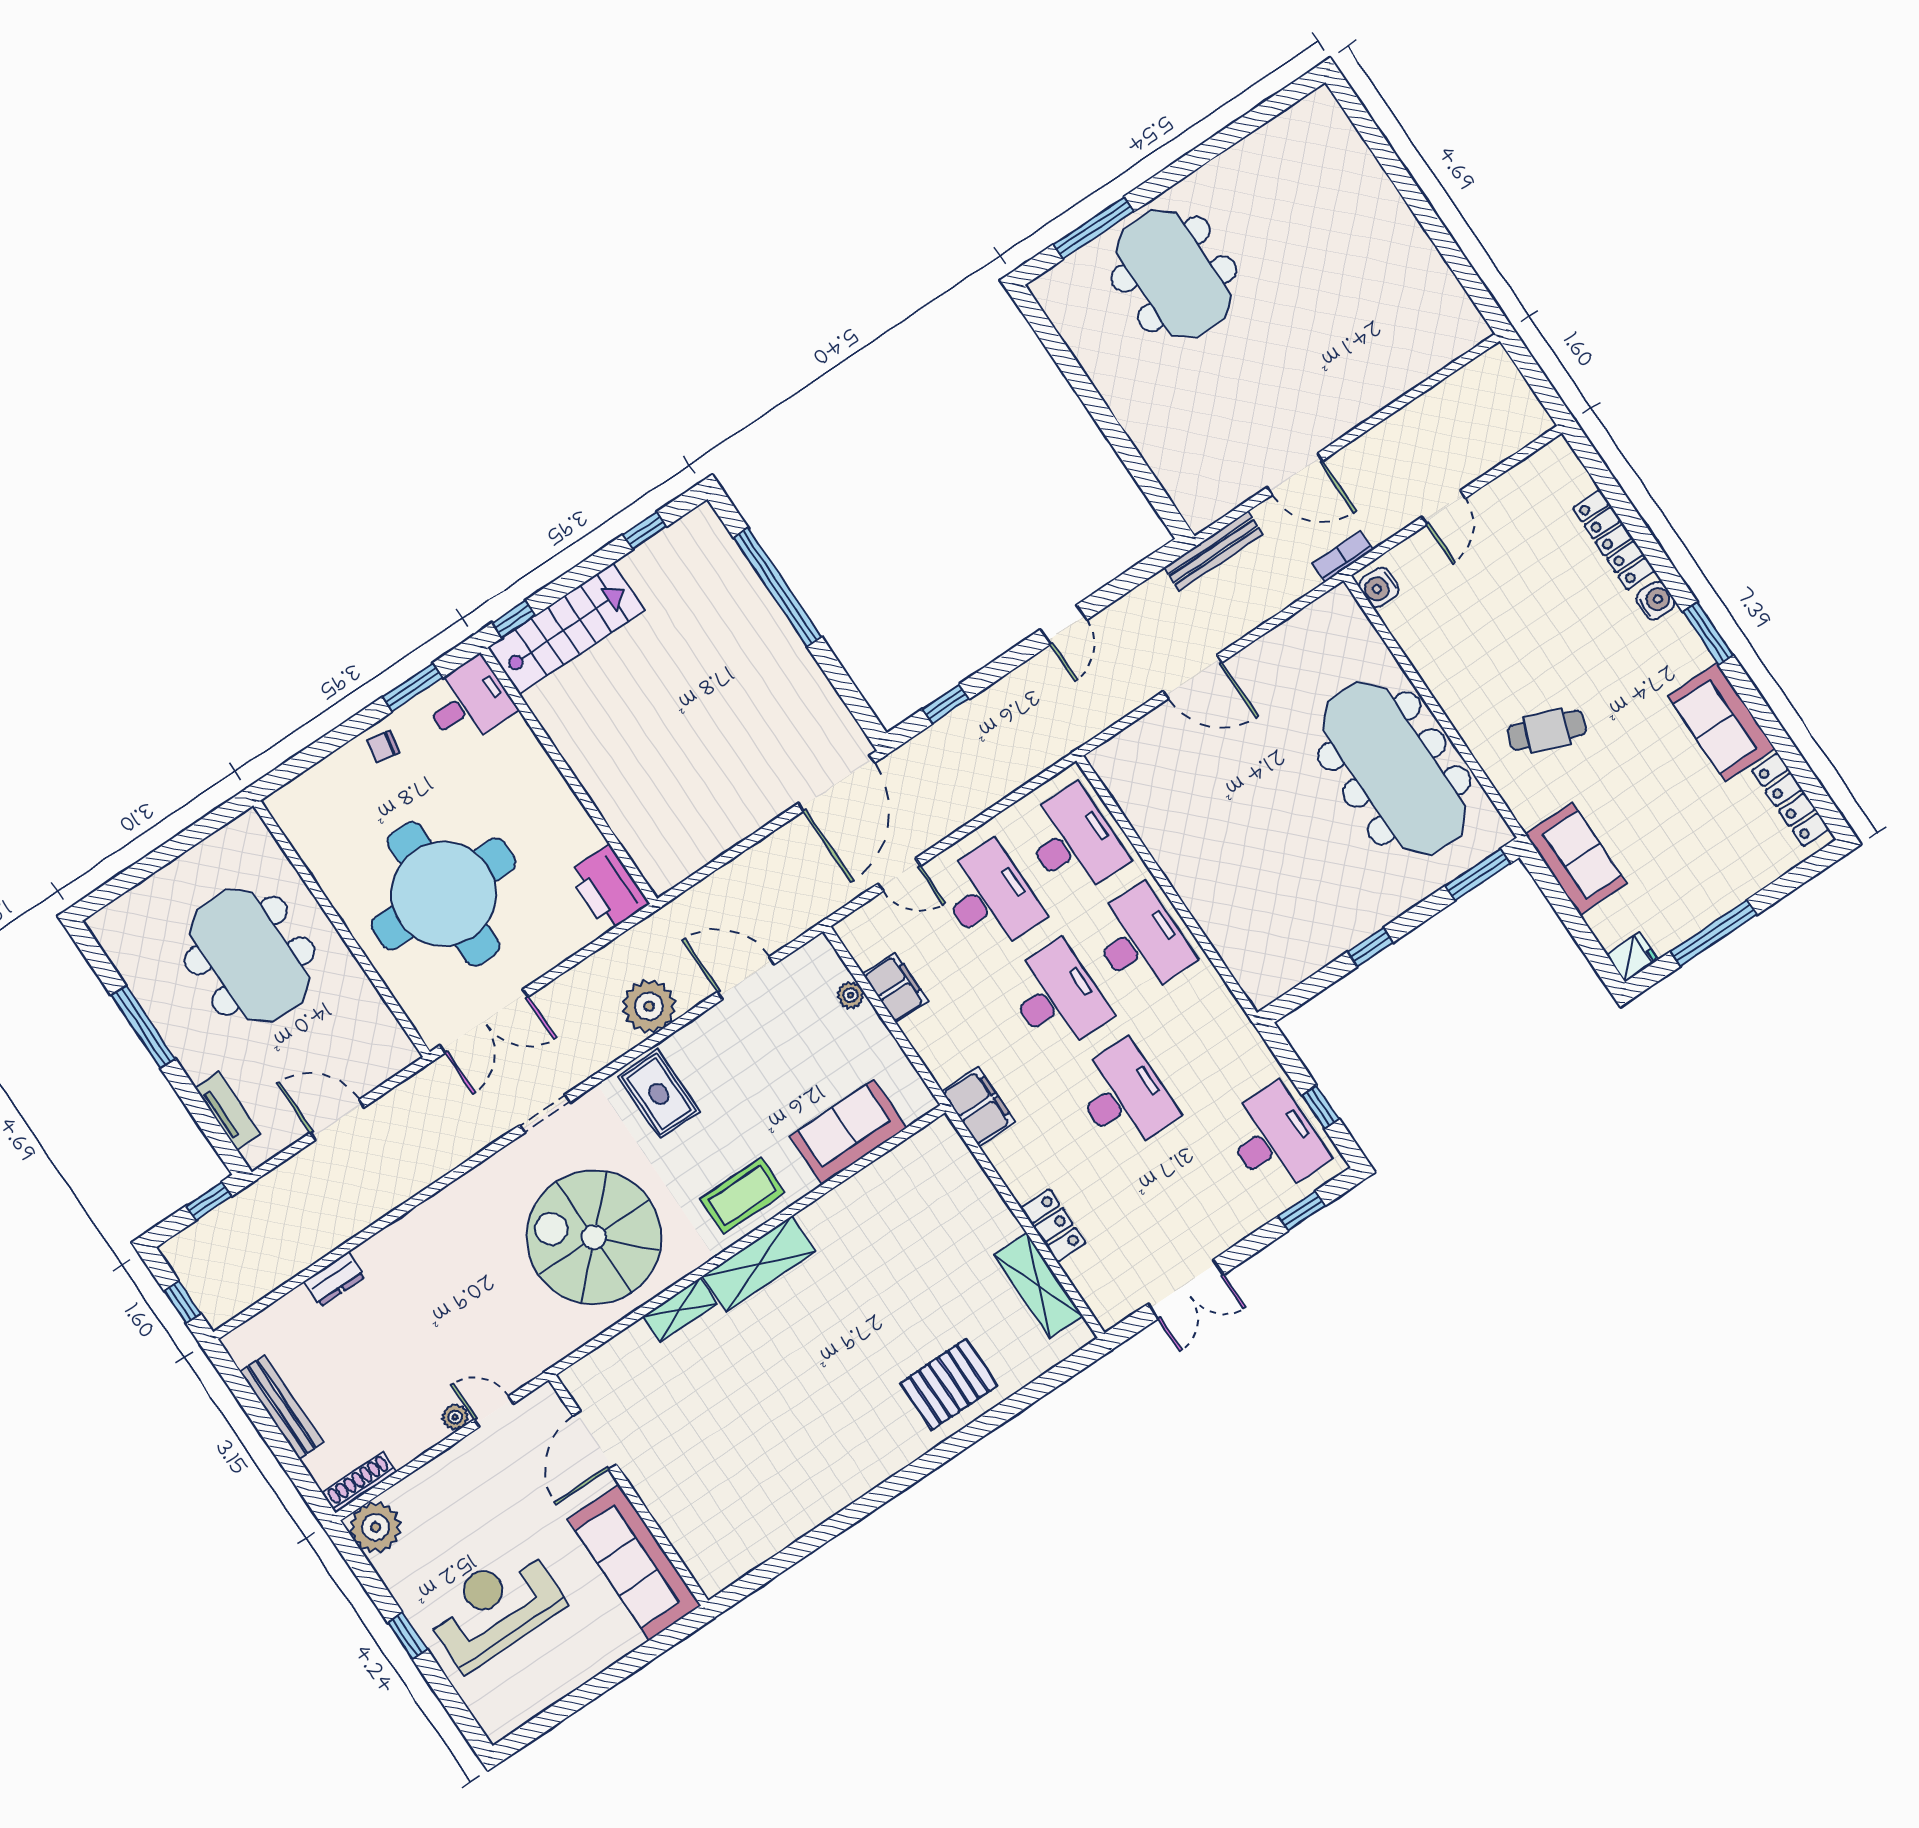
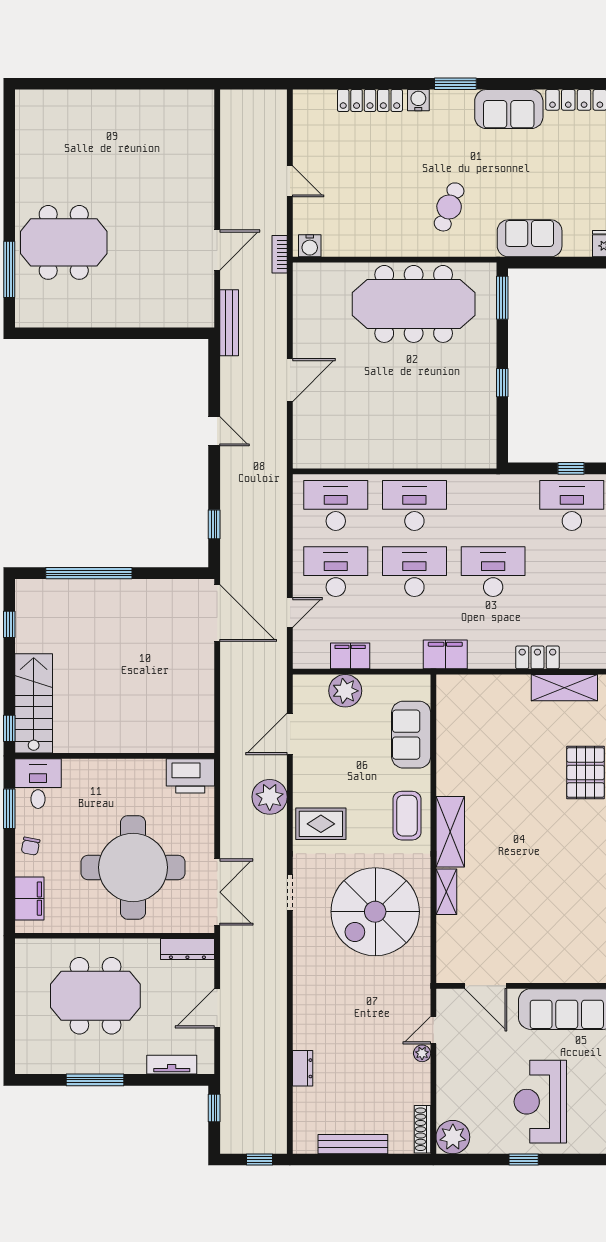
filing cabinet: (316, 789) -> (29, 899), added
plant: (851, 995) -> (345, 691), width x1.88, depth x1.88
dresser: (387, 1032) -> (187, 949), added

